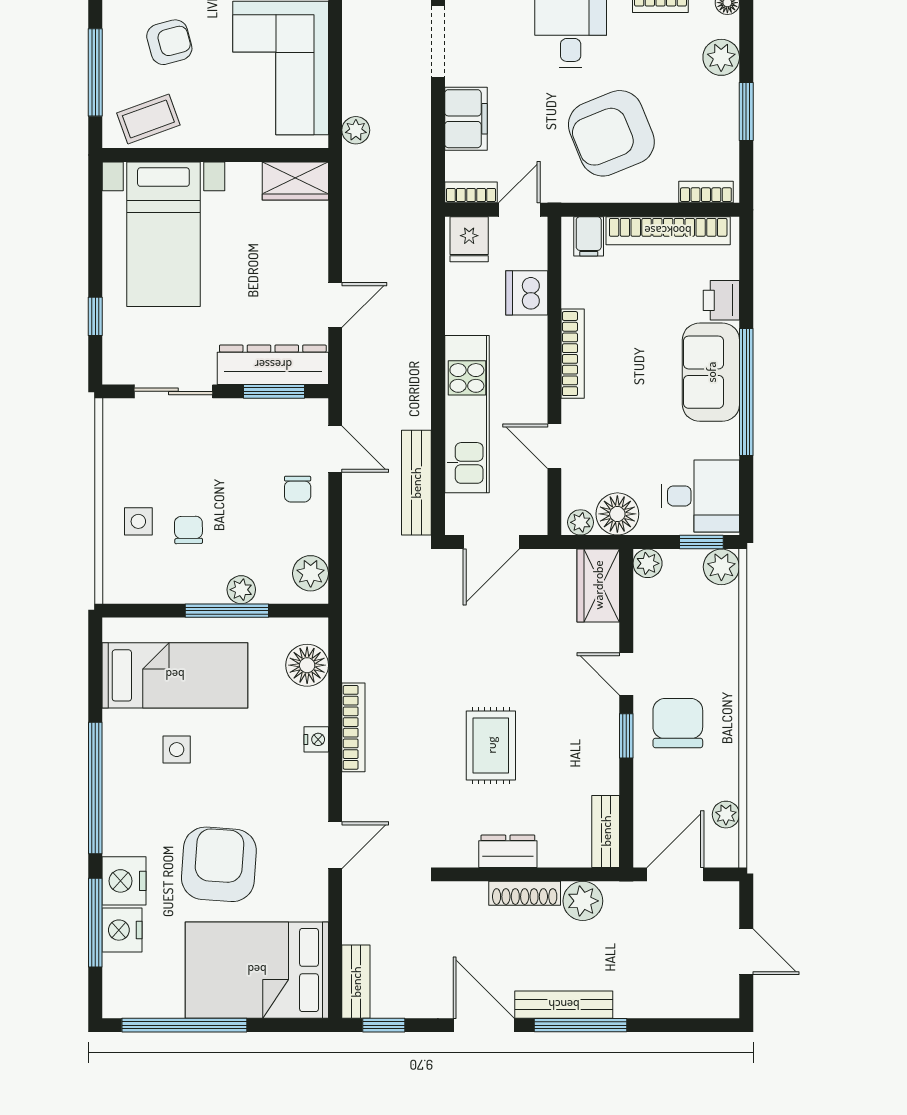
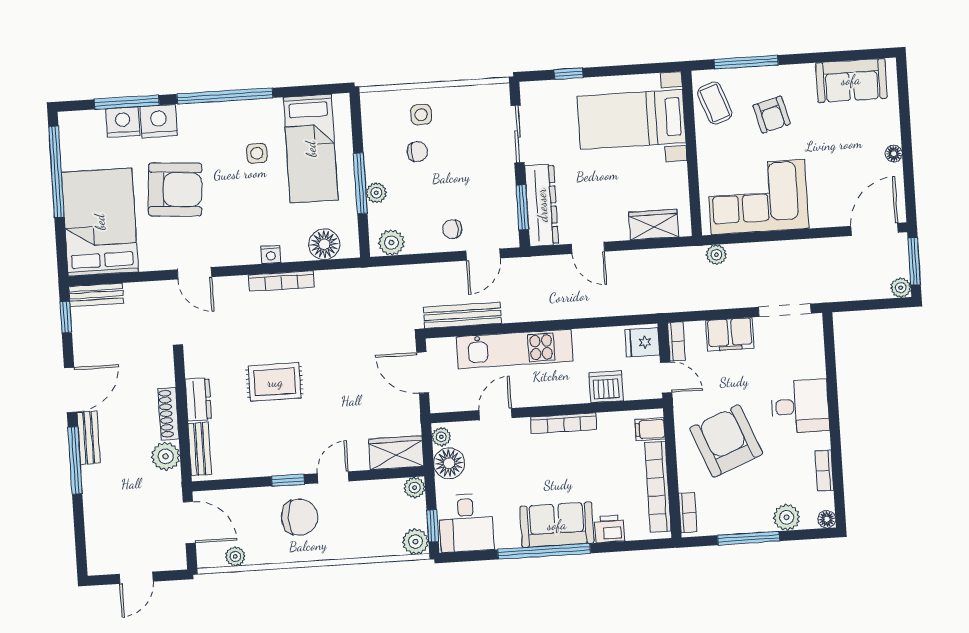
window: (746, 111) -> (748, 538), width x1.44
wardrobe: (295, 181) -> (654, 225), moved, turned 90
bench: (606, 831) -> (200, 449), moved, turned 90
bench: (564, 1005) -> (89, 438), width x0.73

